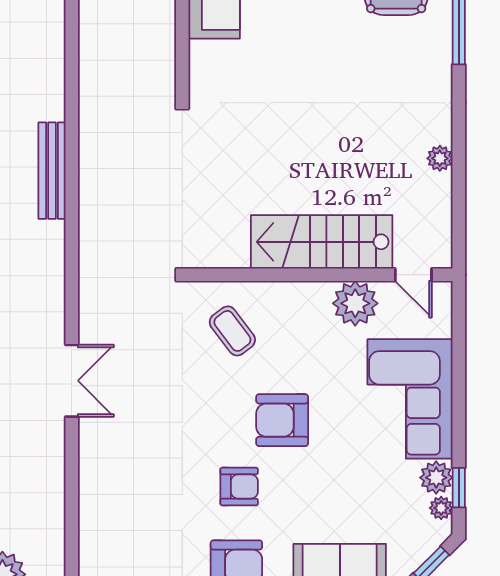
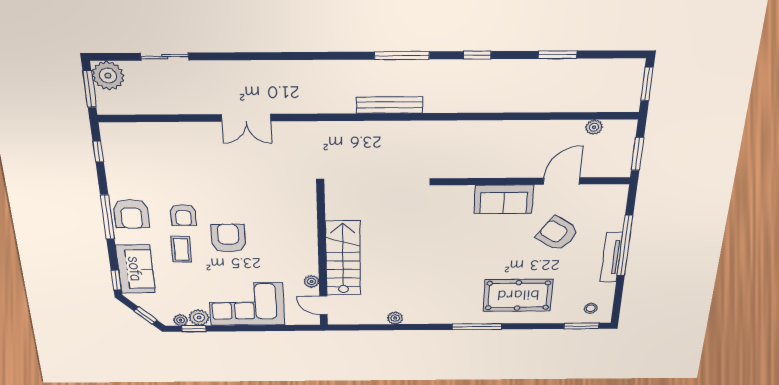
door: (413, 275) -> (323, 305), hinge flipped
plant: (355, 303) -> (311, 281), width x0.53, depth x0.53
coffee table: (232, 331) -> (181, 249), moved, turned -52

